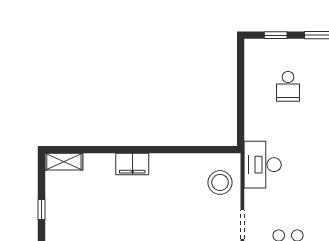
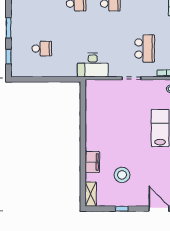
filing cabinet: (132, 164) -> (92, 162), moved
stool: (220, 182) -> (122, 175), moved

